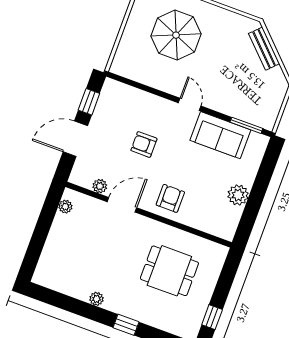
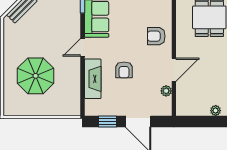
fireplace: (147, 103) -> (93, 79), added
door: (122, 205) -> (174, 70), swing flipped
plant: (65, 207) -> (216, 111), moved

